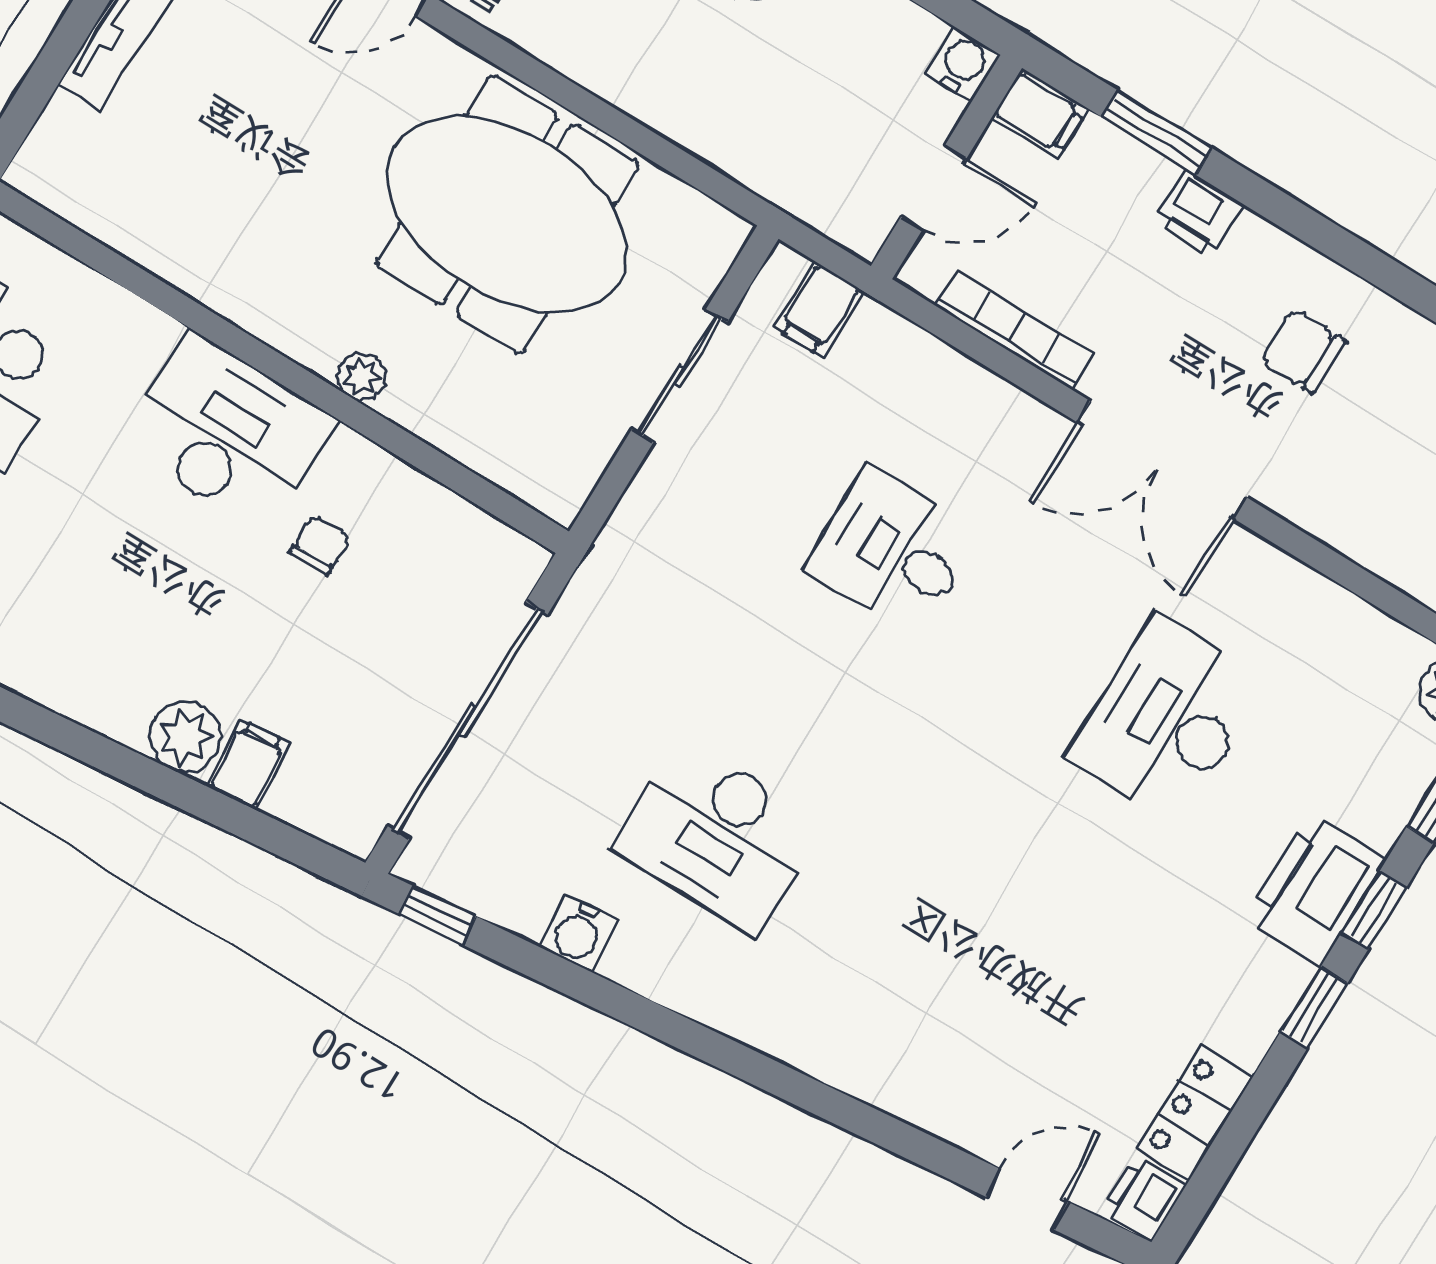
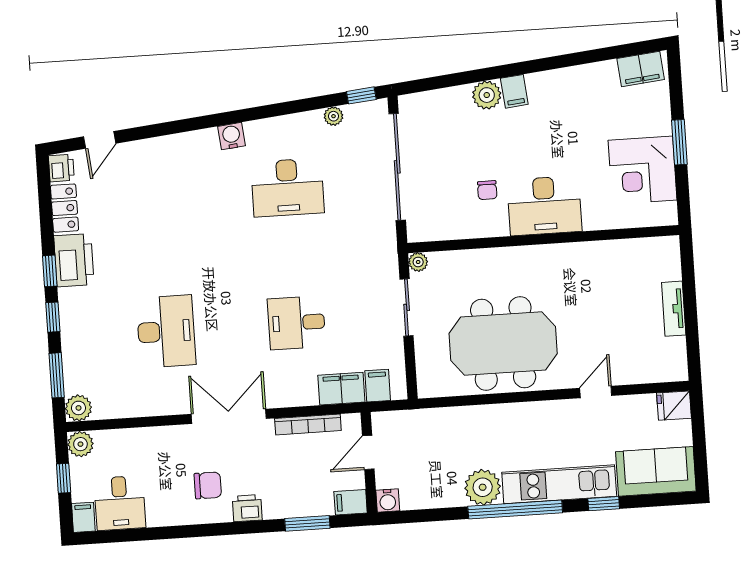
printer: (1199, 214) -> (247, 508), moved
filing cabinet: (896, 355) -> (341, 389), added
sliding door: (680, 376) -> (407, 307), moved
plant: (362, 377) -> (418, 262), moved
desk: (892, 551) -> (296, 323), turned 180
filing cabinet: (248, 765) -> (514, 91), moved
desk: (717, 836) -> (287, 188), turned 180
printer: (1315, 890) -> (74, 260), moved
plant: (523, 913) -> (333, 116), added
water cooler: (578, 933) -> (231, 136), moved

